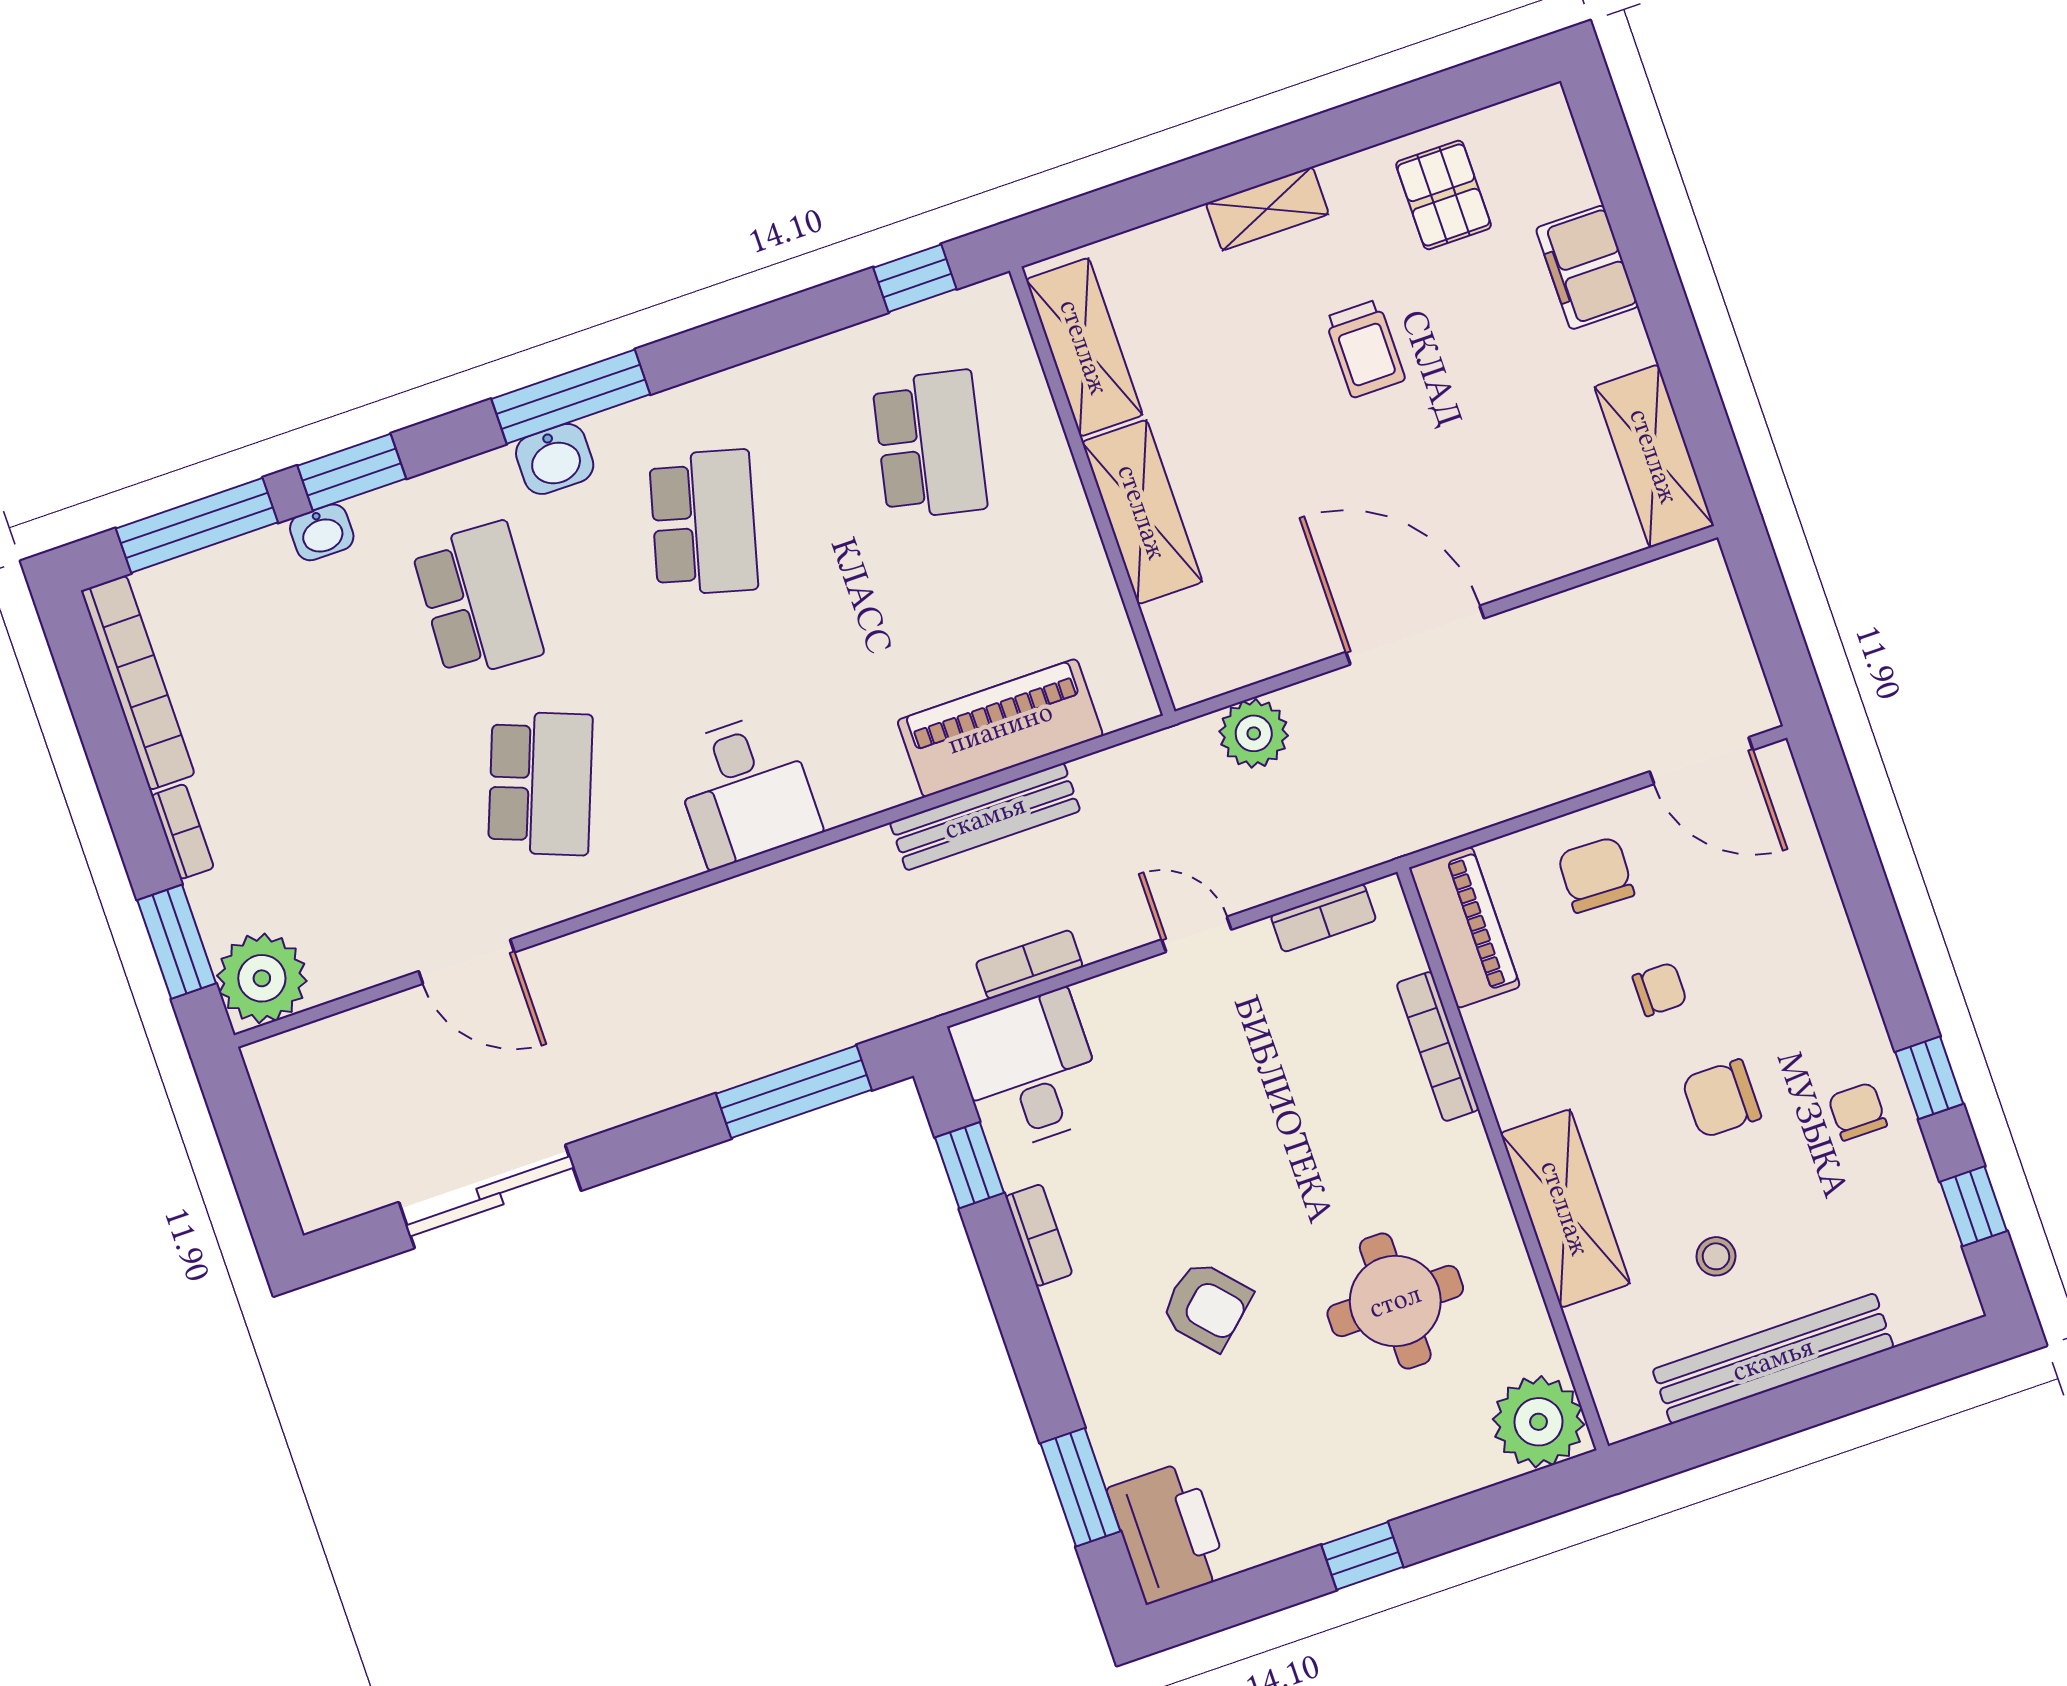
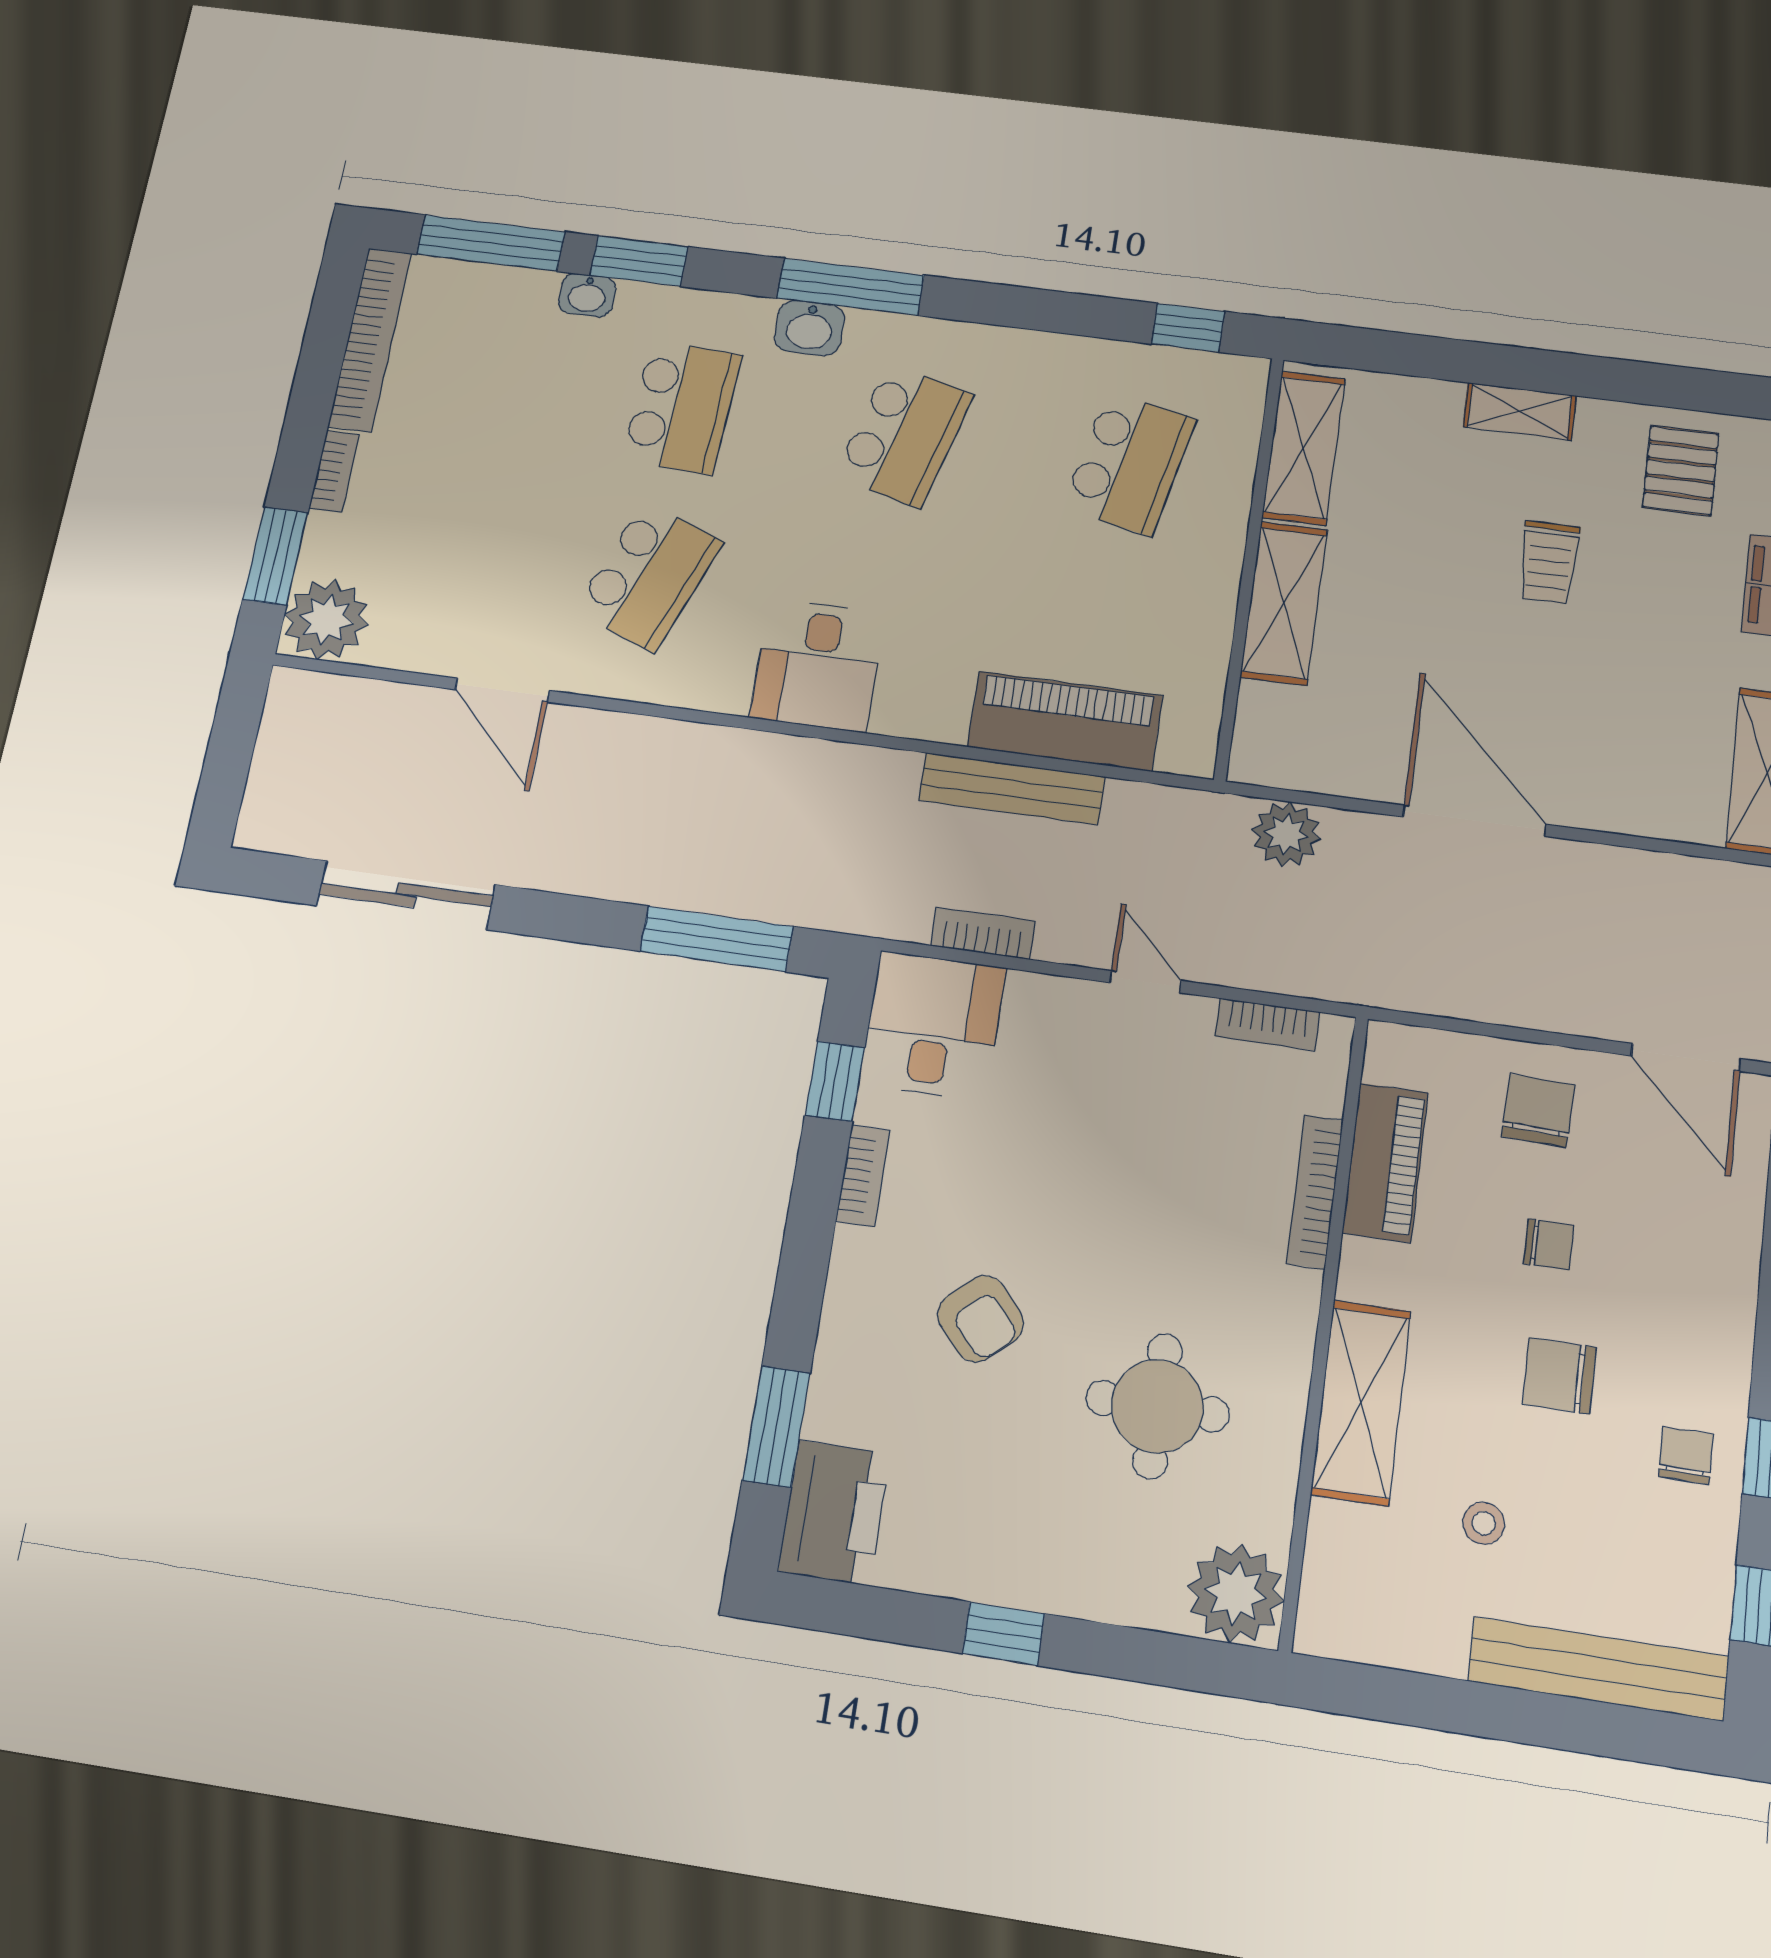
piano: (1465, 927) -> (1385, 1162), moved
bench: (1773, 1359) -> (1598, 1669), moved

